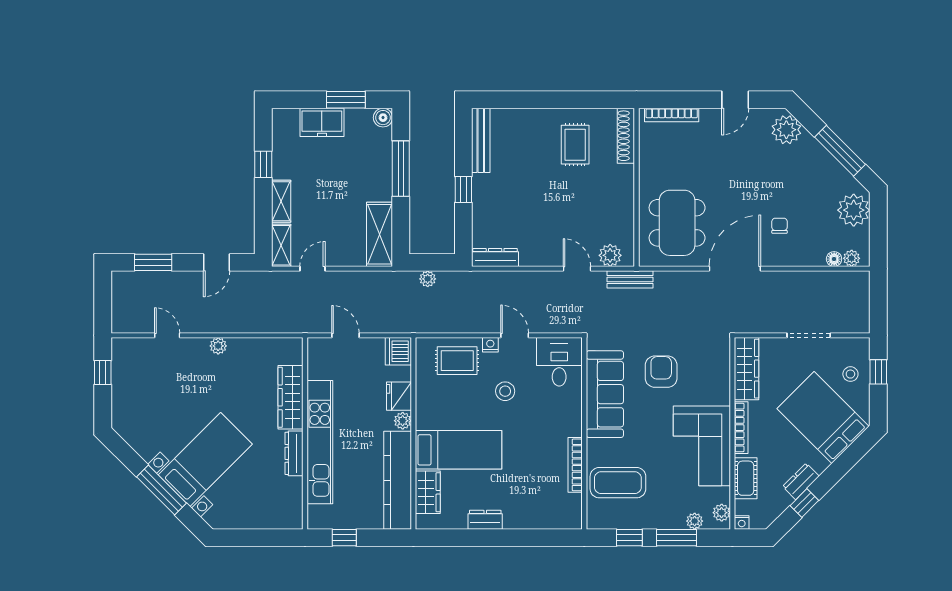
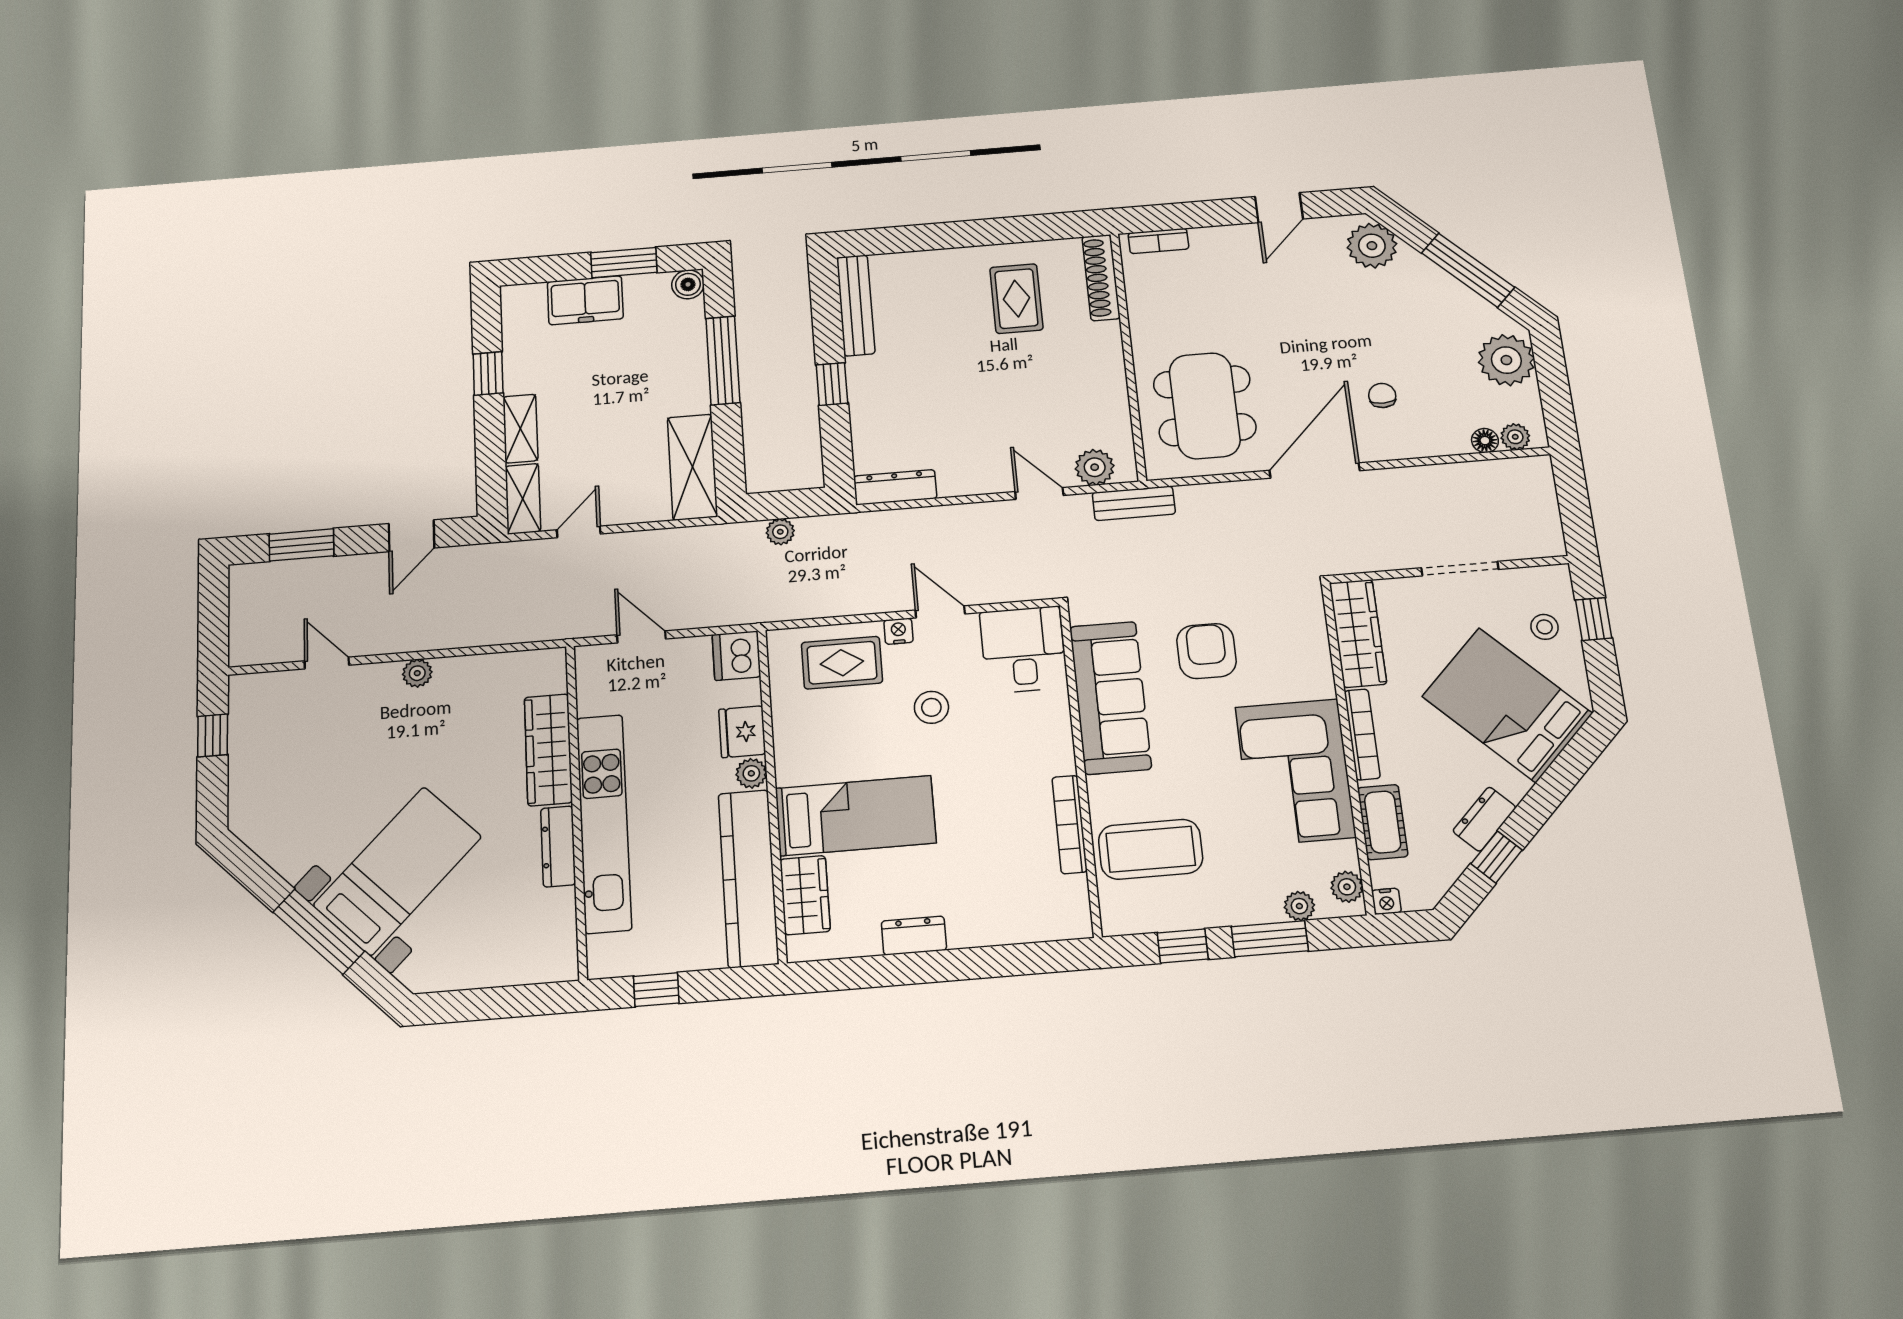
bookcase: (672, 115) -> (1158, 241), width x0.64

